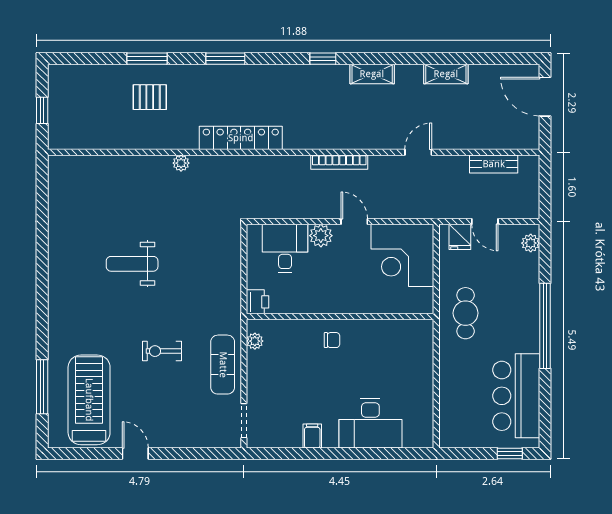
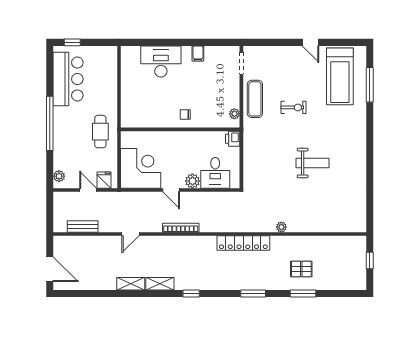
shelving: (446, 74) -> (131, 284), moved

